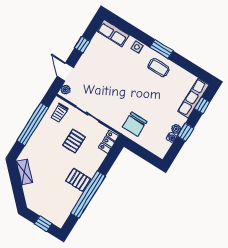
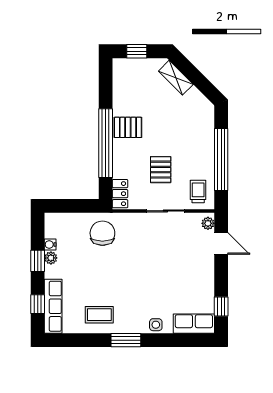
window: (82, 45) -> (221, 307), moved
coffee table: (159, 68) -> (99, 315), moved
shelving: (24, 172) -> (176, 78), moved
window: (88, 194) -> (106, 143), moved

